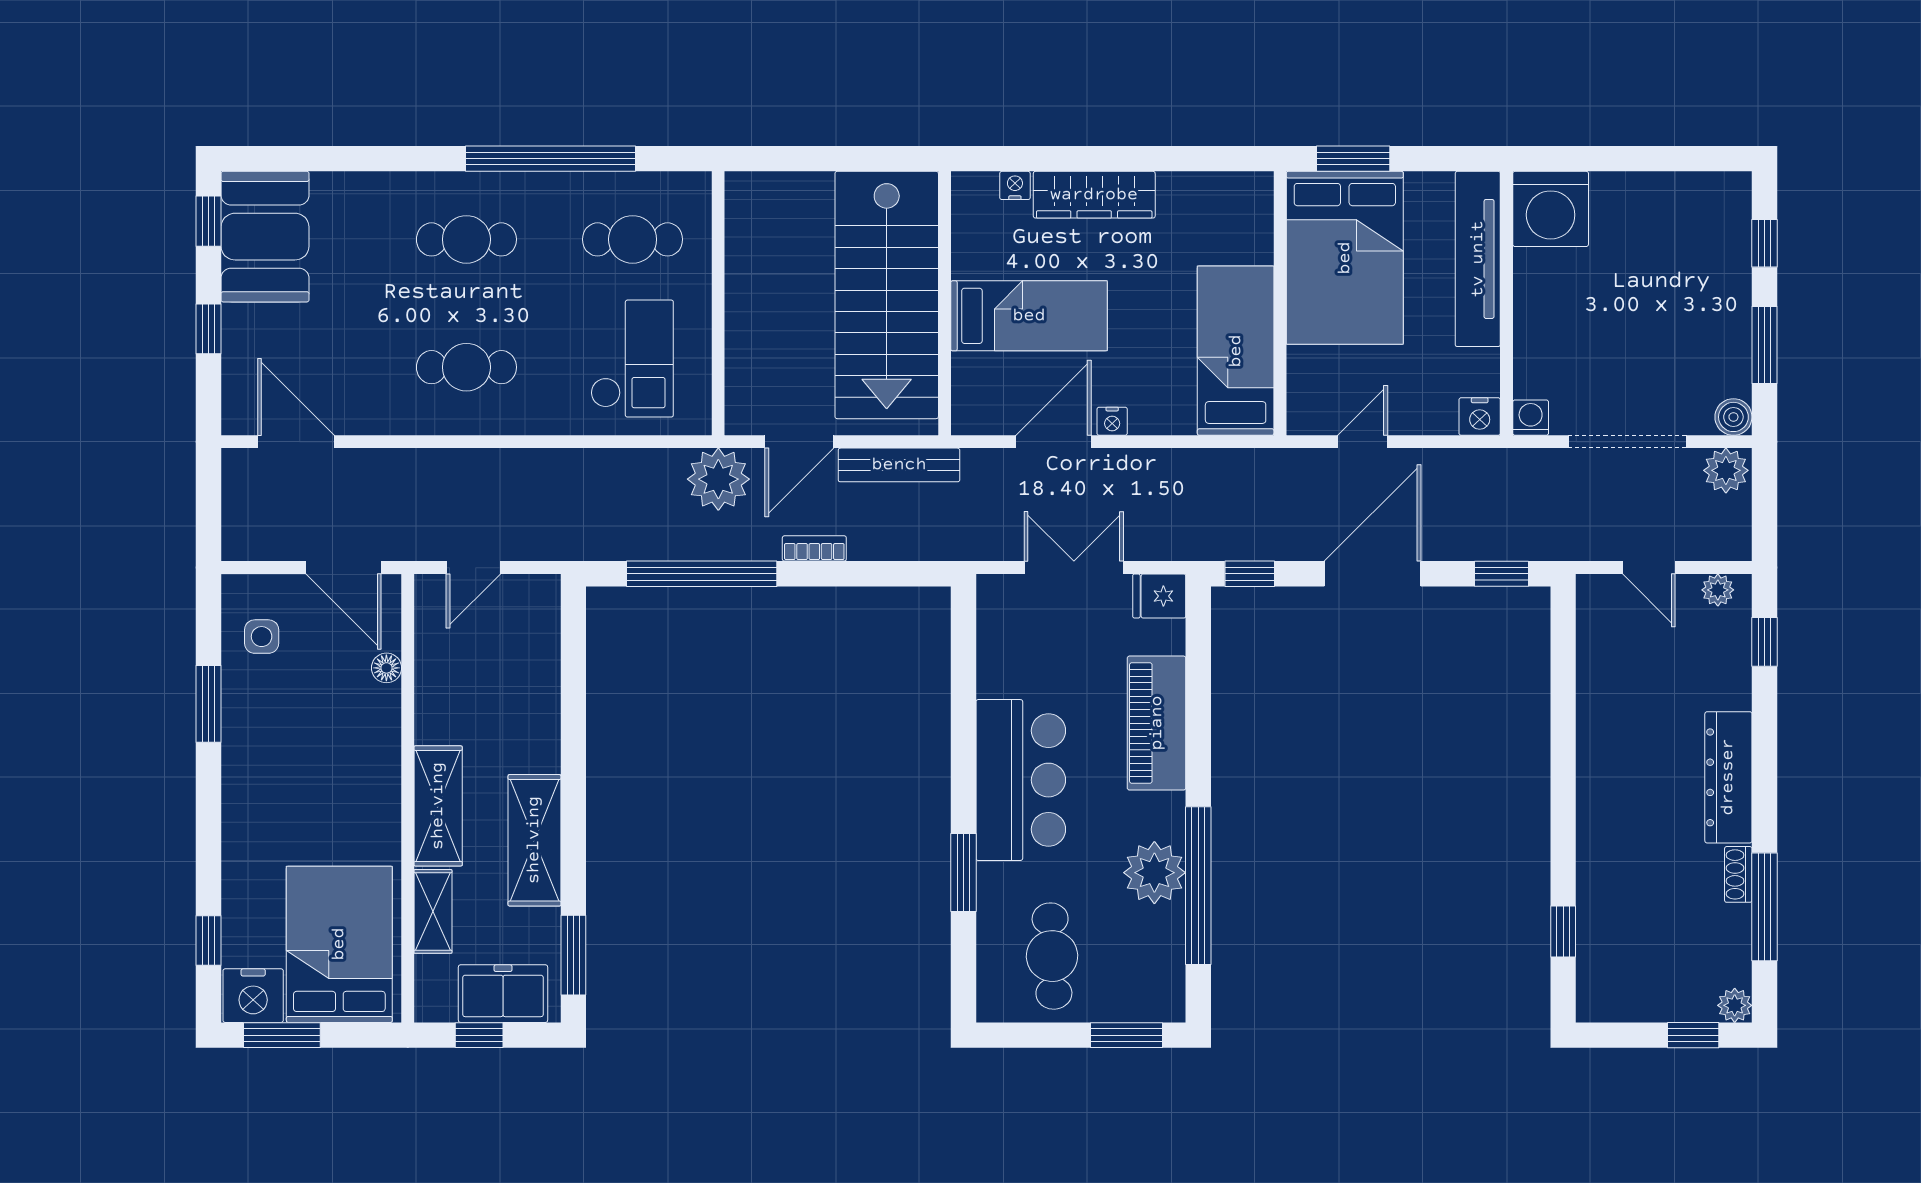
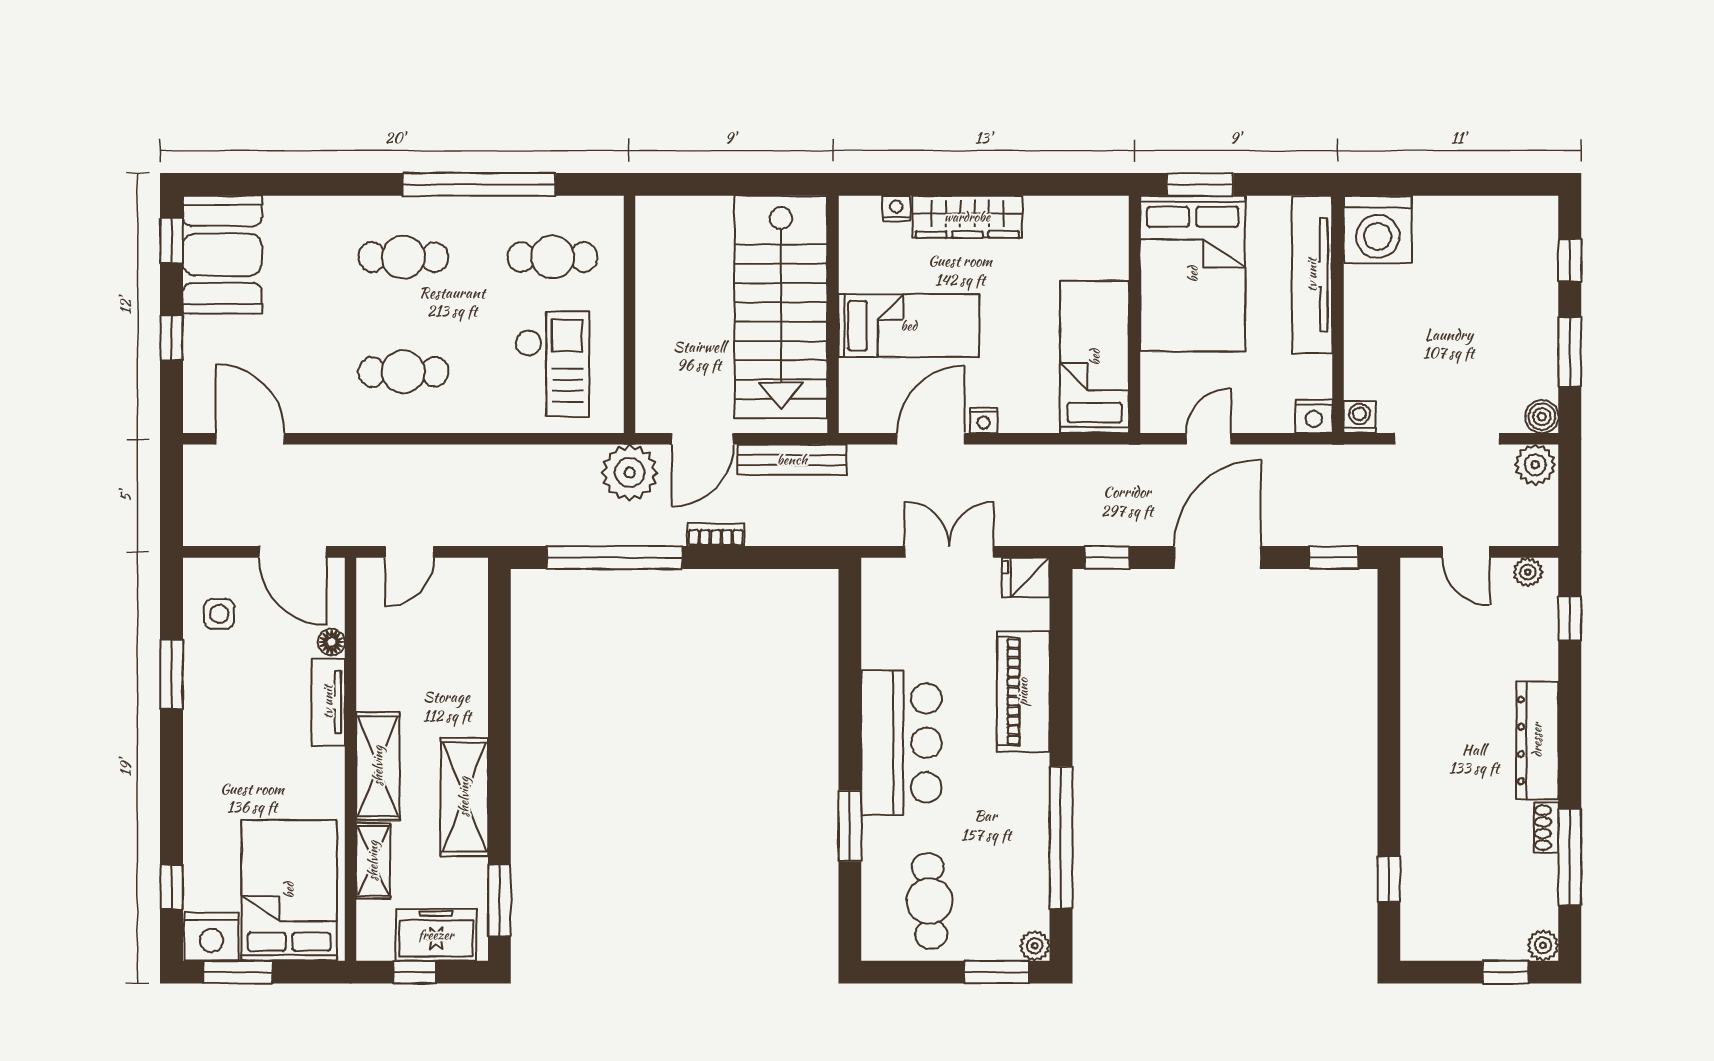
tv unit: (383, 735) -> (328, 702), added
plant: (1154, 873) -> (1035, 946), moved, width x0.53, depth x0.53

